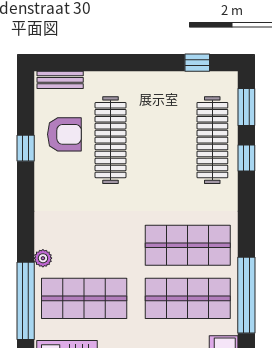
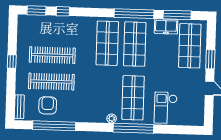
window: (197, 63) -> (12, 61), moved
clothes rail: (212, 140) -> (52, 55), moved
window: (26, 148) -> (54, 126), width x3.17

